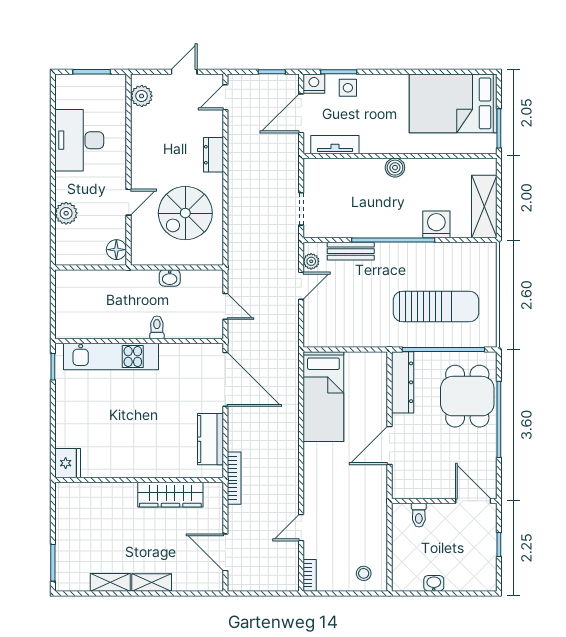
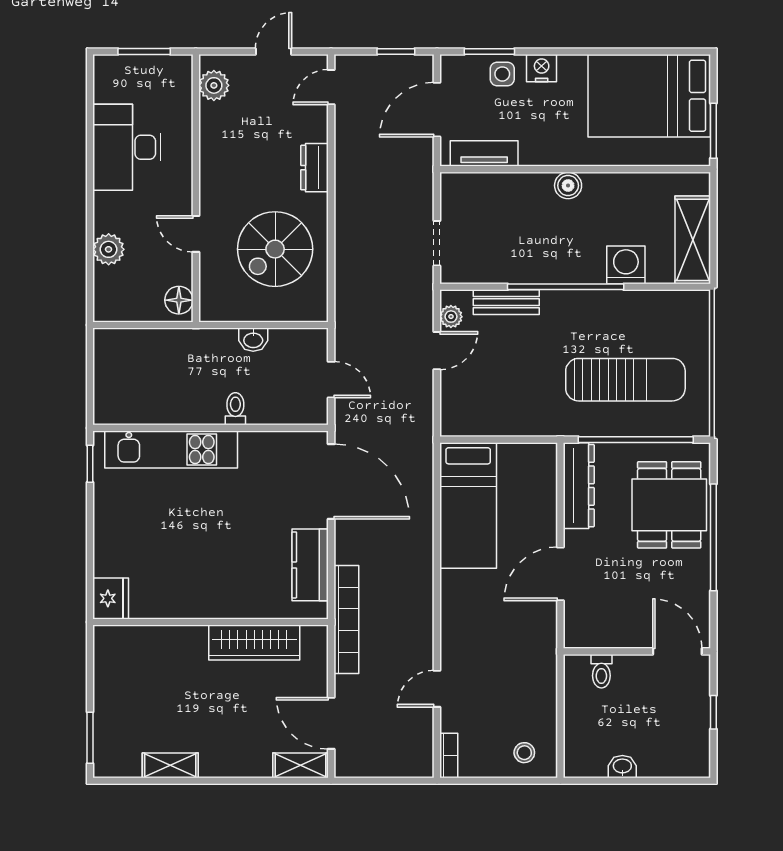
nightstand: (314, 84) -> (542, 68), moved
door: (129, 202) -> (196, 234), swing flipped
bookcase: (234, 478) -> (346, 620), width x1.48, depth x1.31
shelving: (152, 583) -> (301, 765), moved

